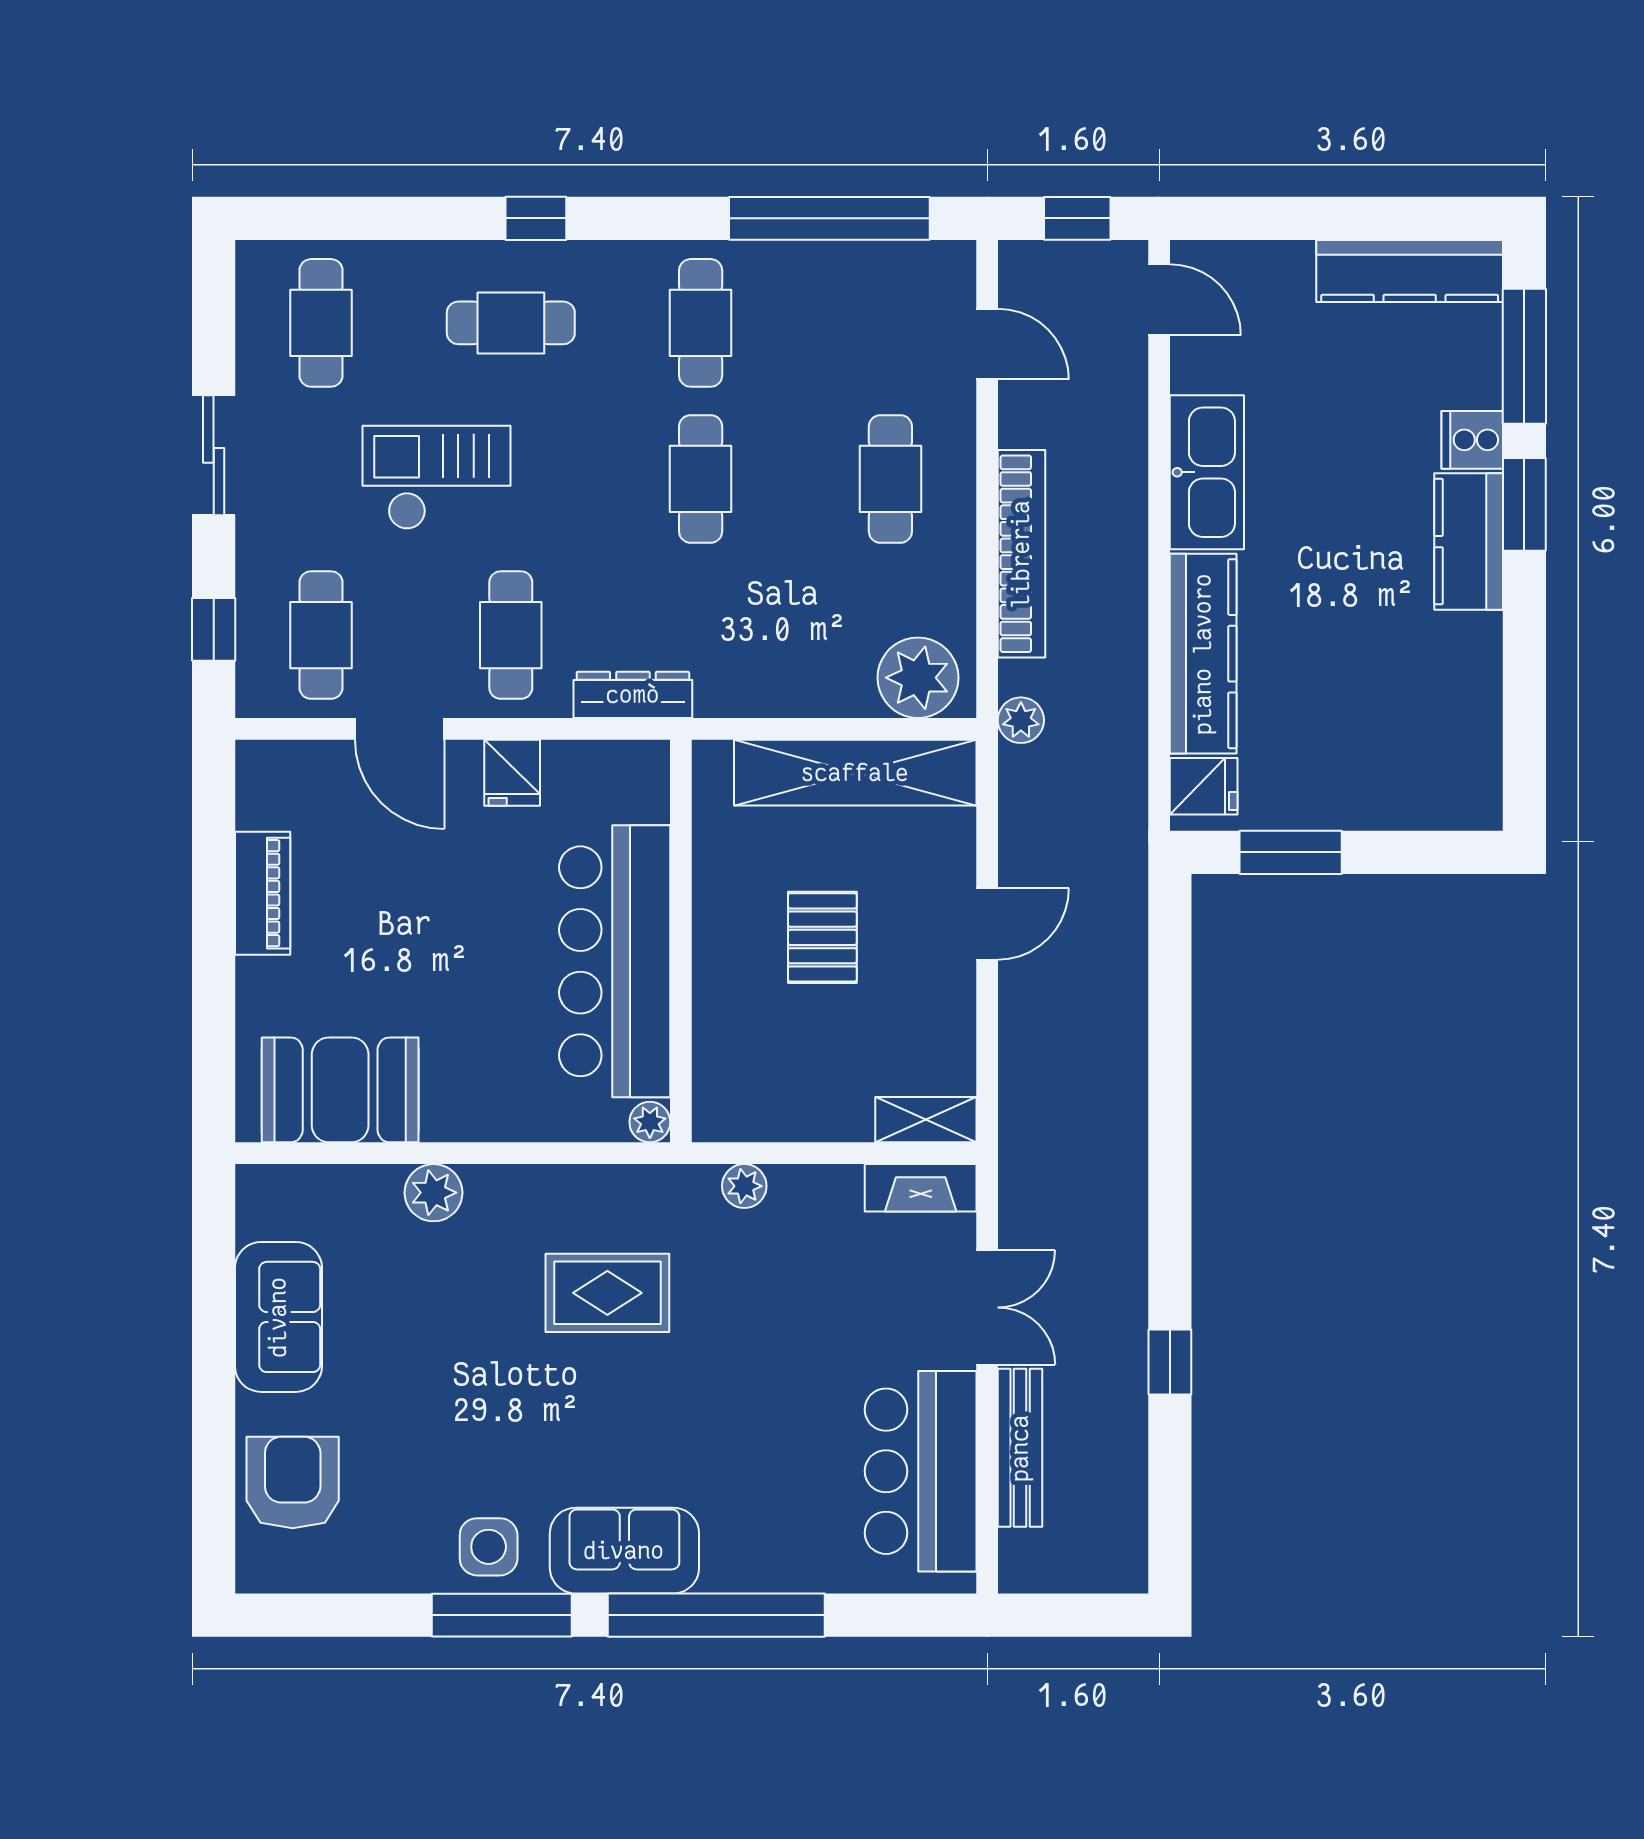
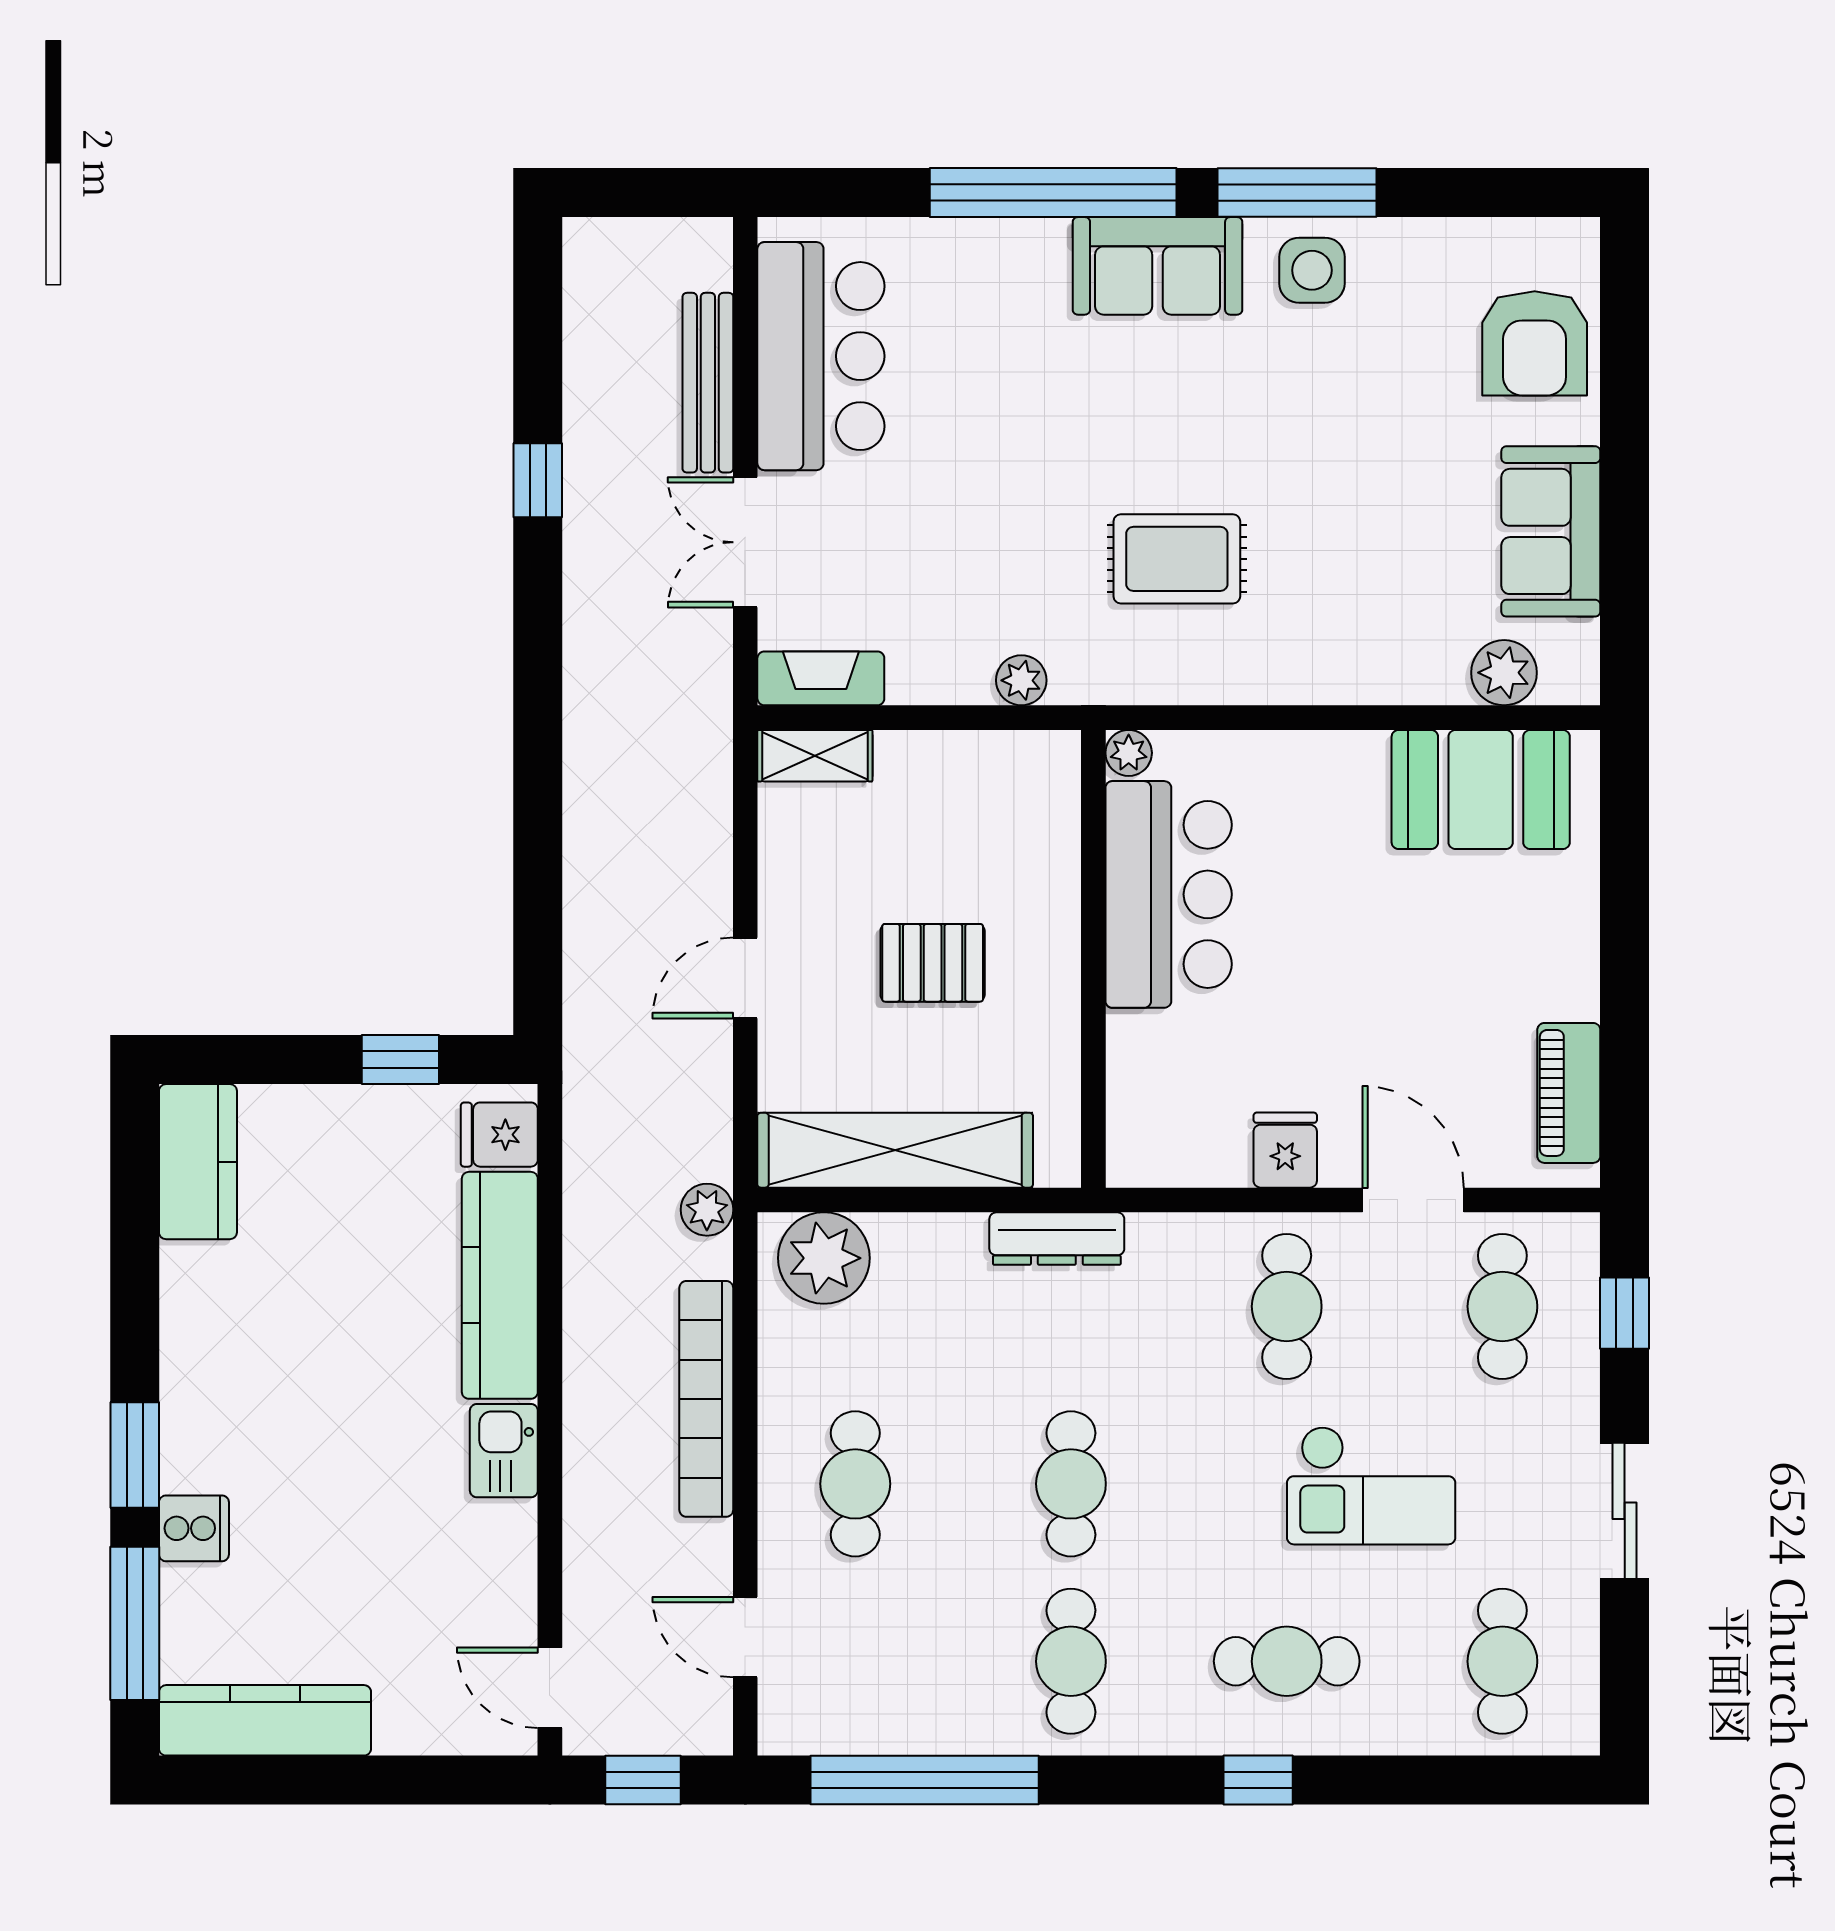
kitchen sink: (1207, 472) -> (504, 1451), width x0.53, depth x0.81
kitchen counter: (1469, 542) -> (198, 1162), moved
dresser: (633, 695) -> (1057, 1239), moved
window: (1291, 852) -> (400, 1060), width x0.67
piano: (263, 893) -> (1569, 1093), moved
pallet: (822, 937) -> (933, 963), turned 90
bar counter: (615, 961) -> (1169, 894), width x0.73
plant: (434, 1193) -> (1504, 673), moved

